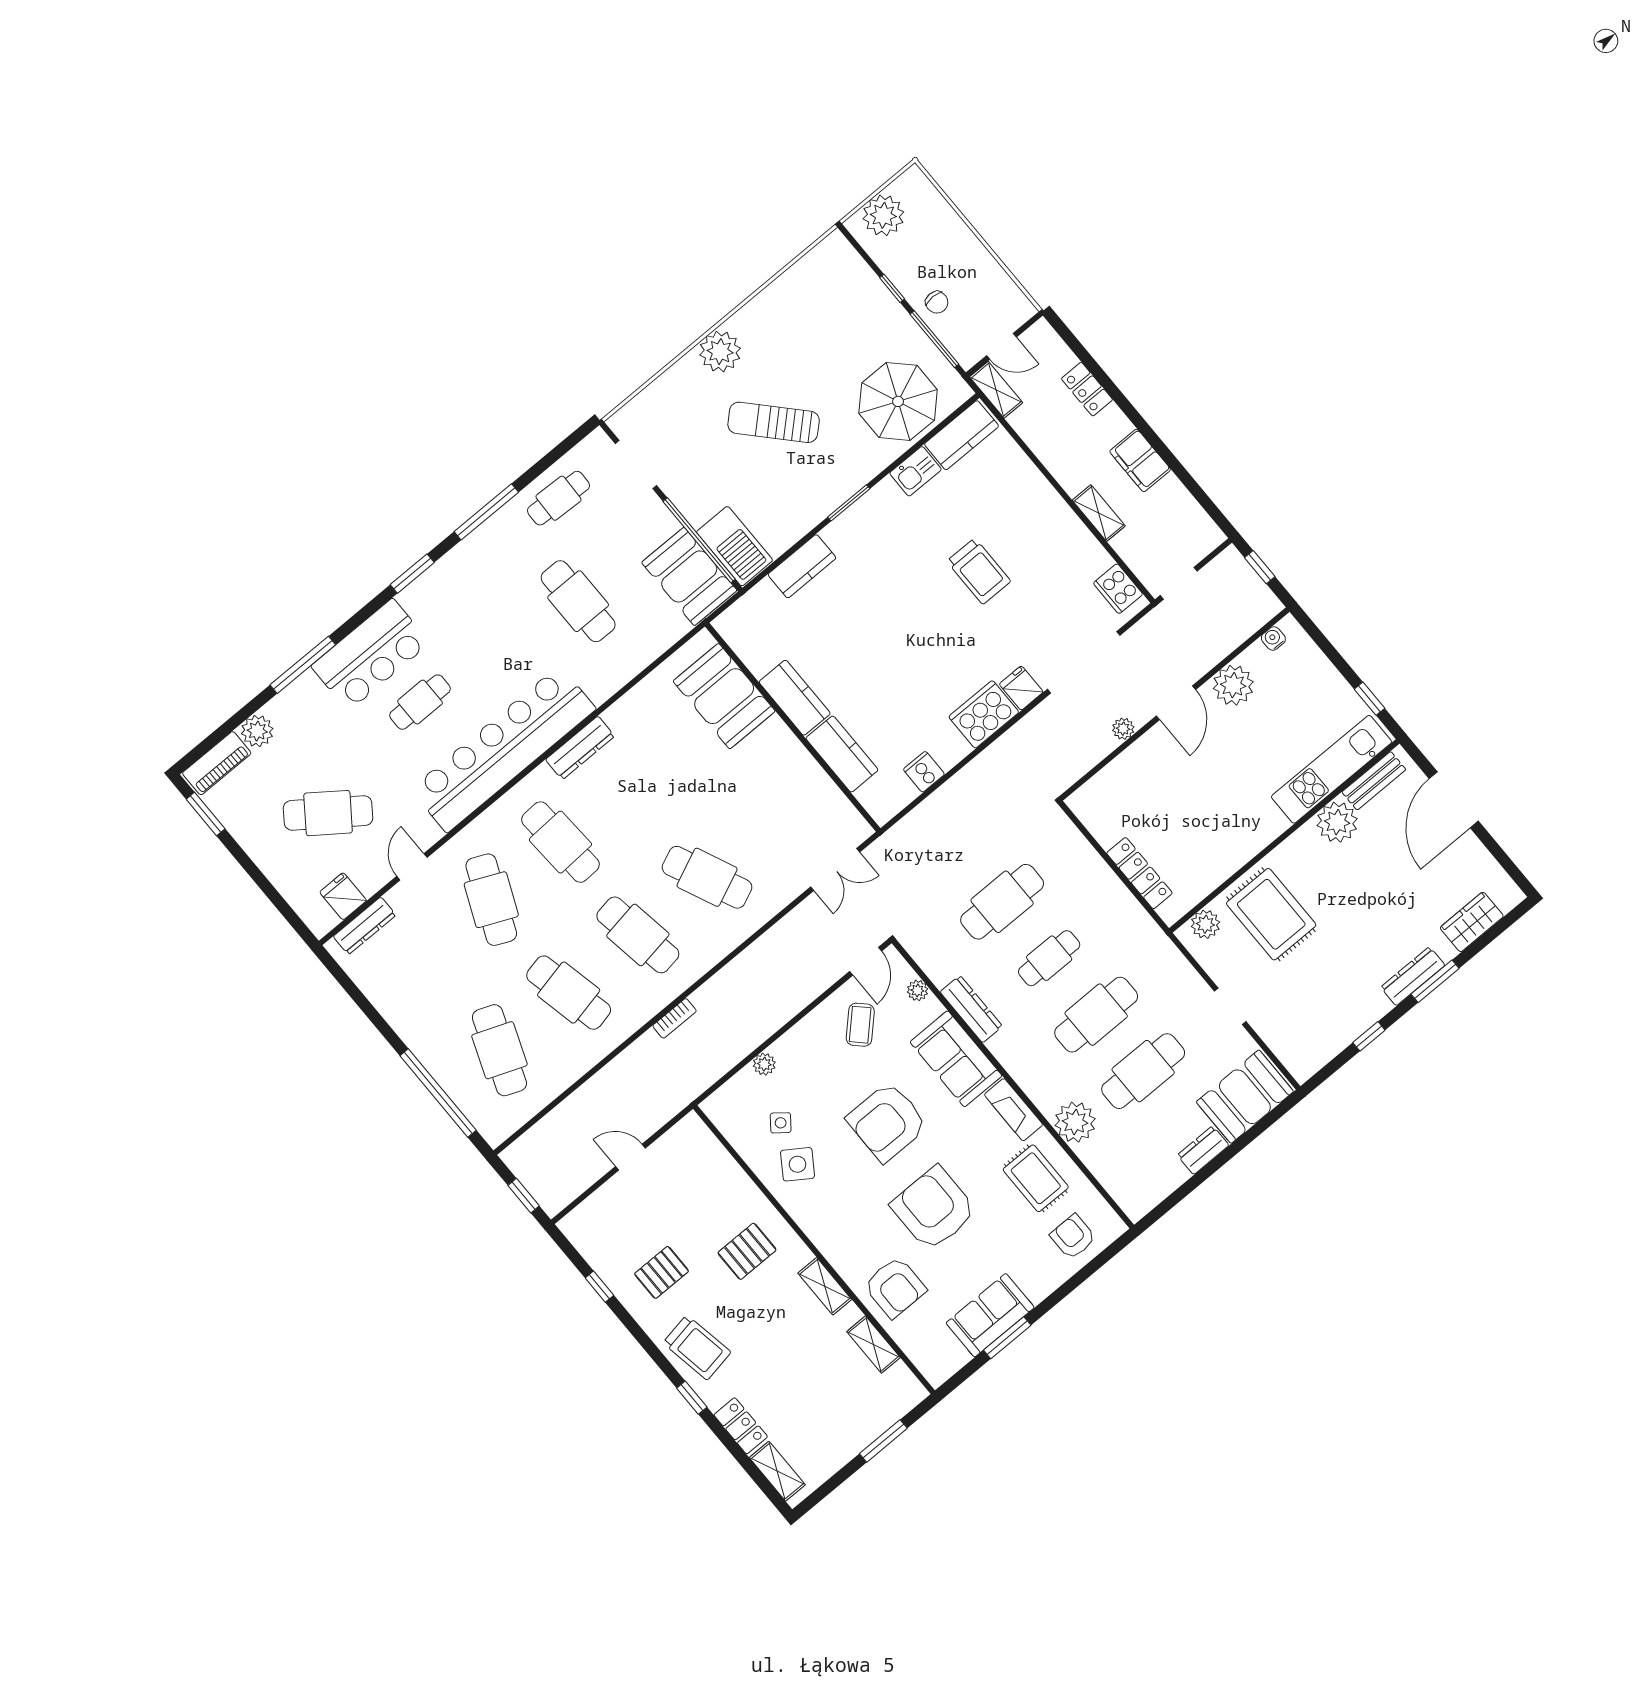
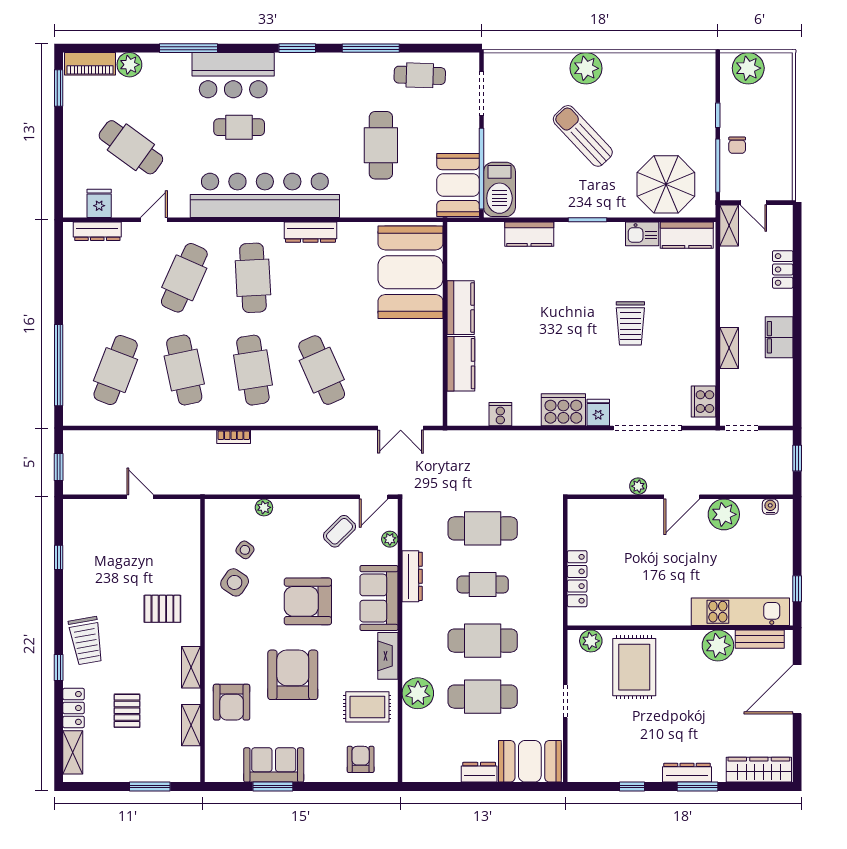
booth: (724, 696) -> (410, 272), width x1.36, depth x1.42
wardrobe: (1472, 922) -> (759, 770), width x1.50
rug: (1036, 1178) -> (367, 707), turned 90
pallet: (662, 1272) -> (127, 711), moved, turned 90

